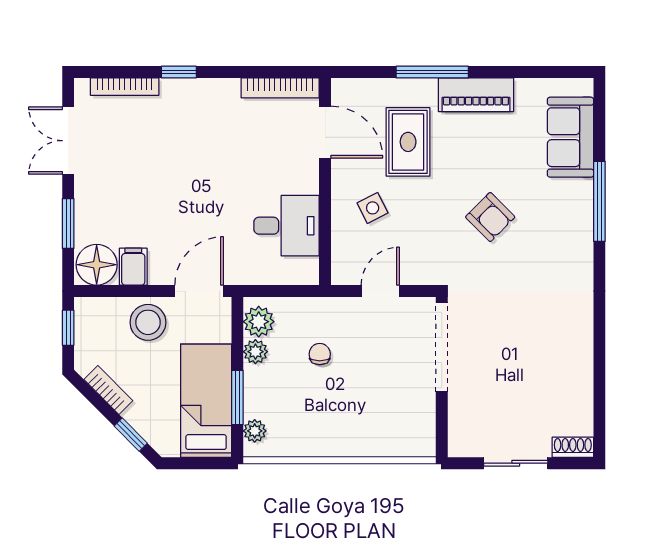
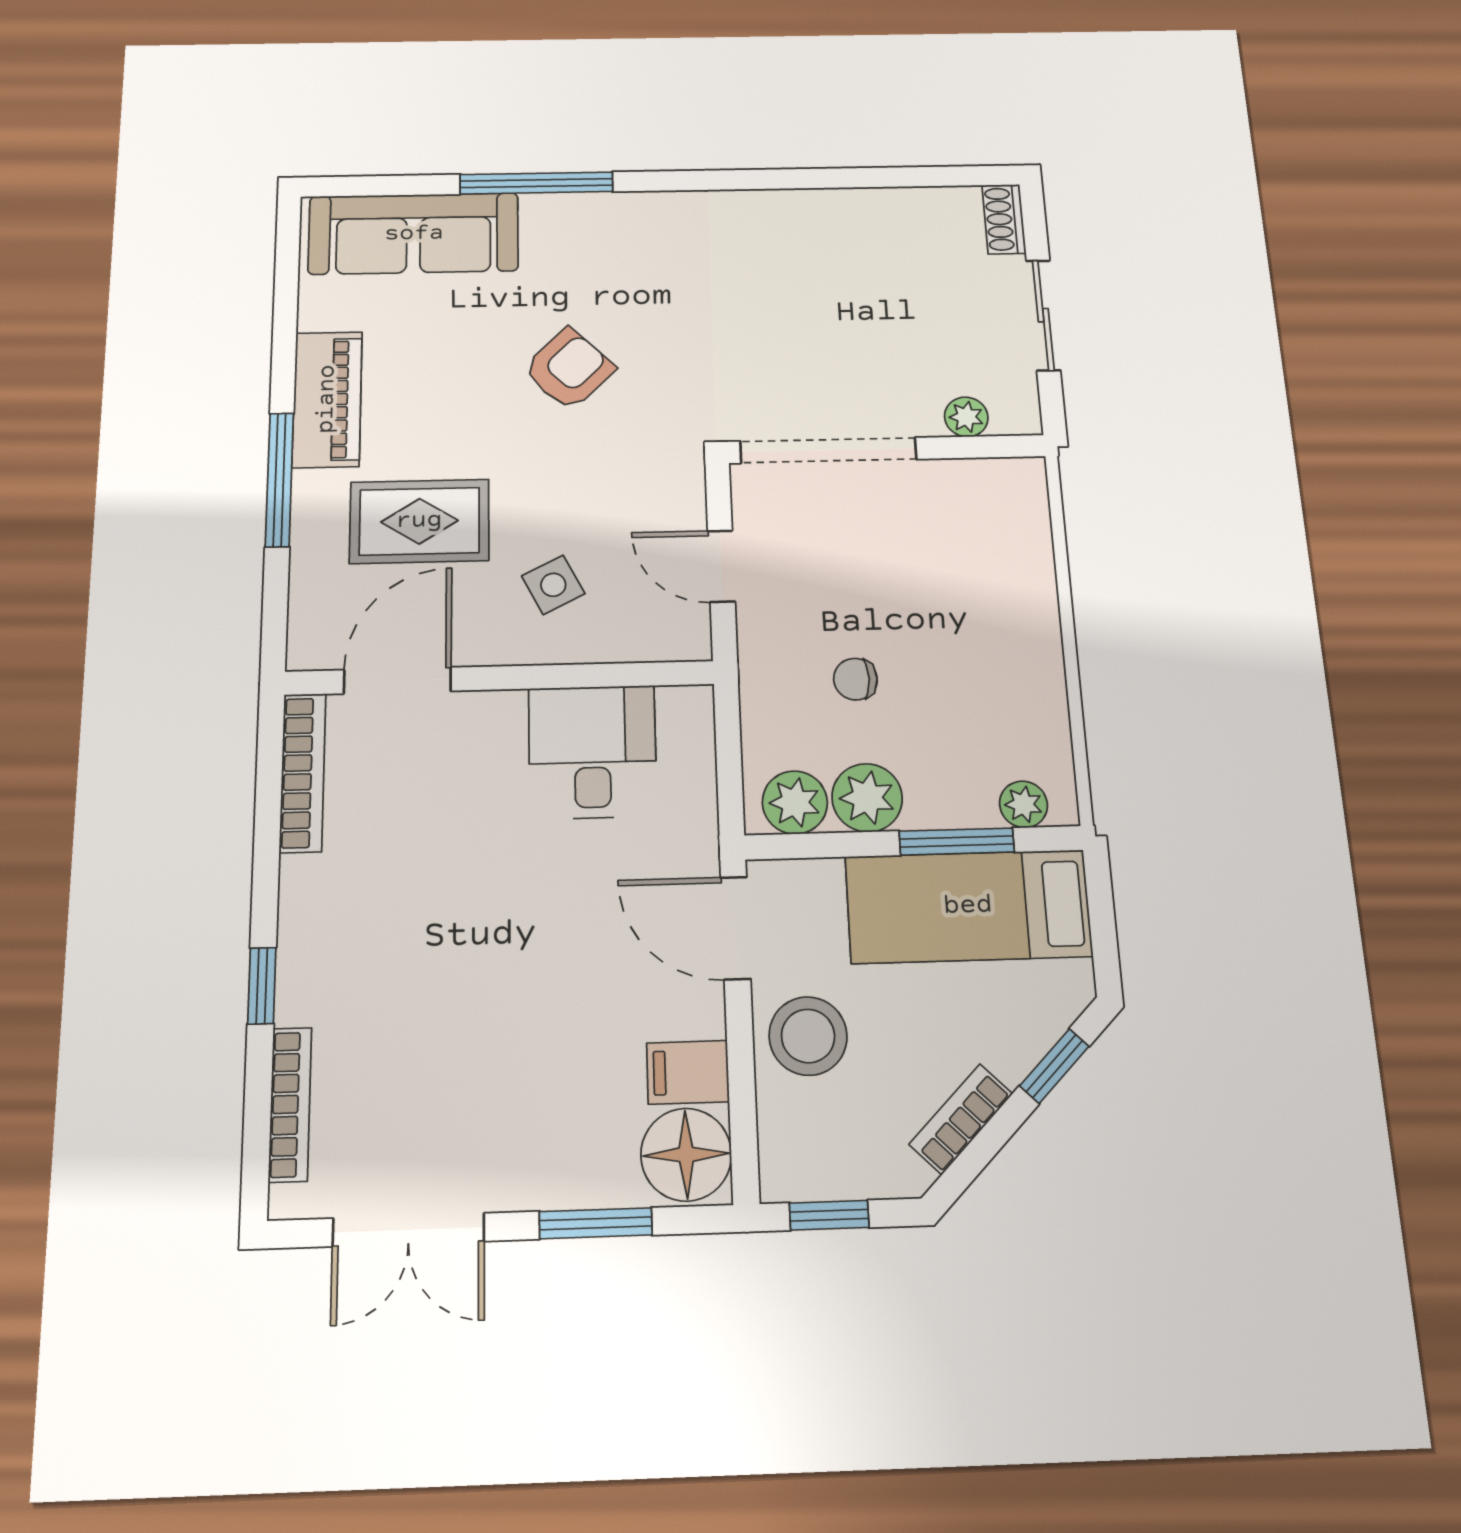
sofa: (570, 137) -> (414, 234), width x1.36
plant: (255, 352) -> (867, 798), width x1.38, depth x1.38
plant: (459, 419) -> (966, 417), added

